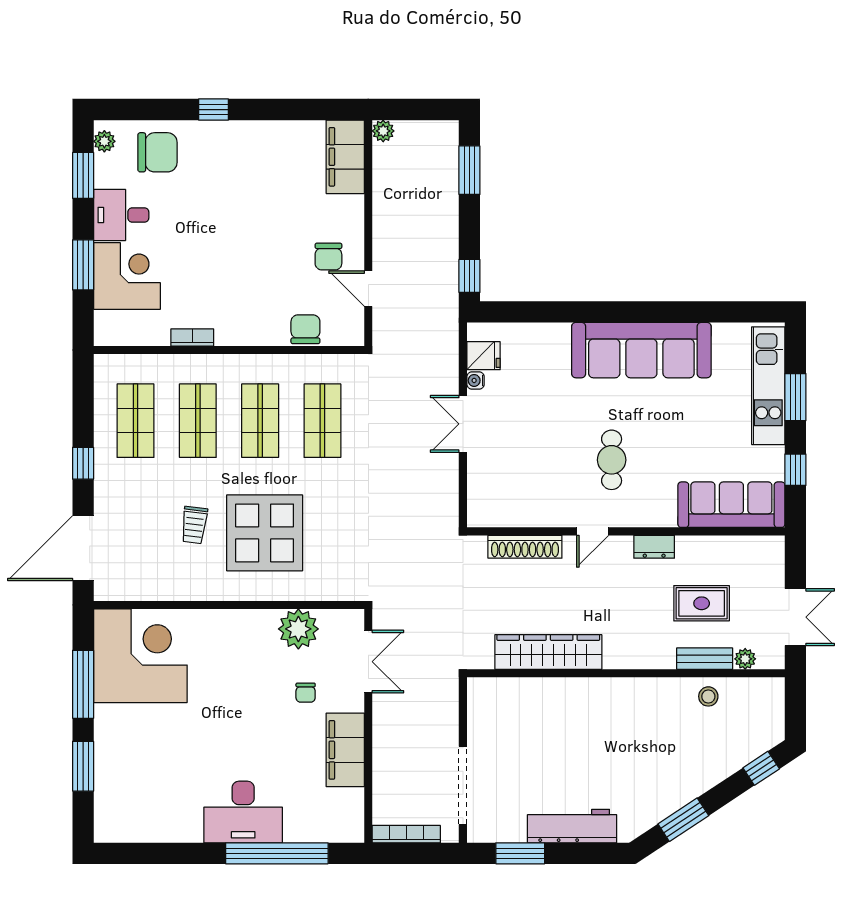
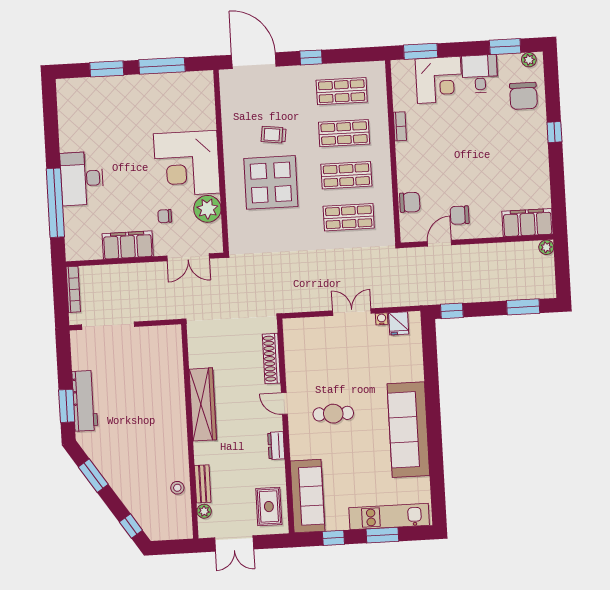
window: (83, 265) -> (421, 51), moved
rug: (702, 603) -> (269, 507), moved
wardrobe: (548, 652) -> (203, 404), moved
corner desk: (140, 656) -> (187, 163), moved, turned 90
window: (520, 853) -> (67, 406), moved

